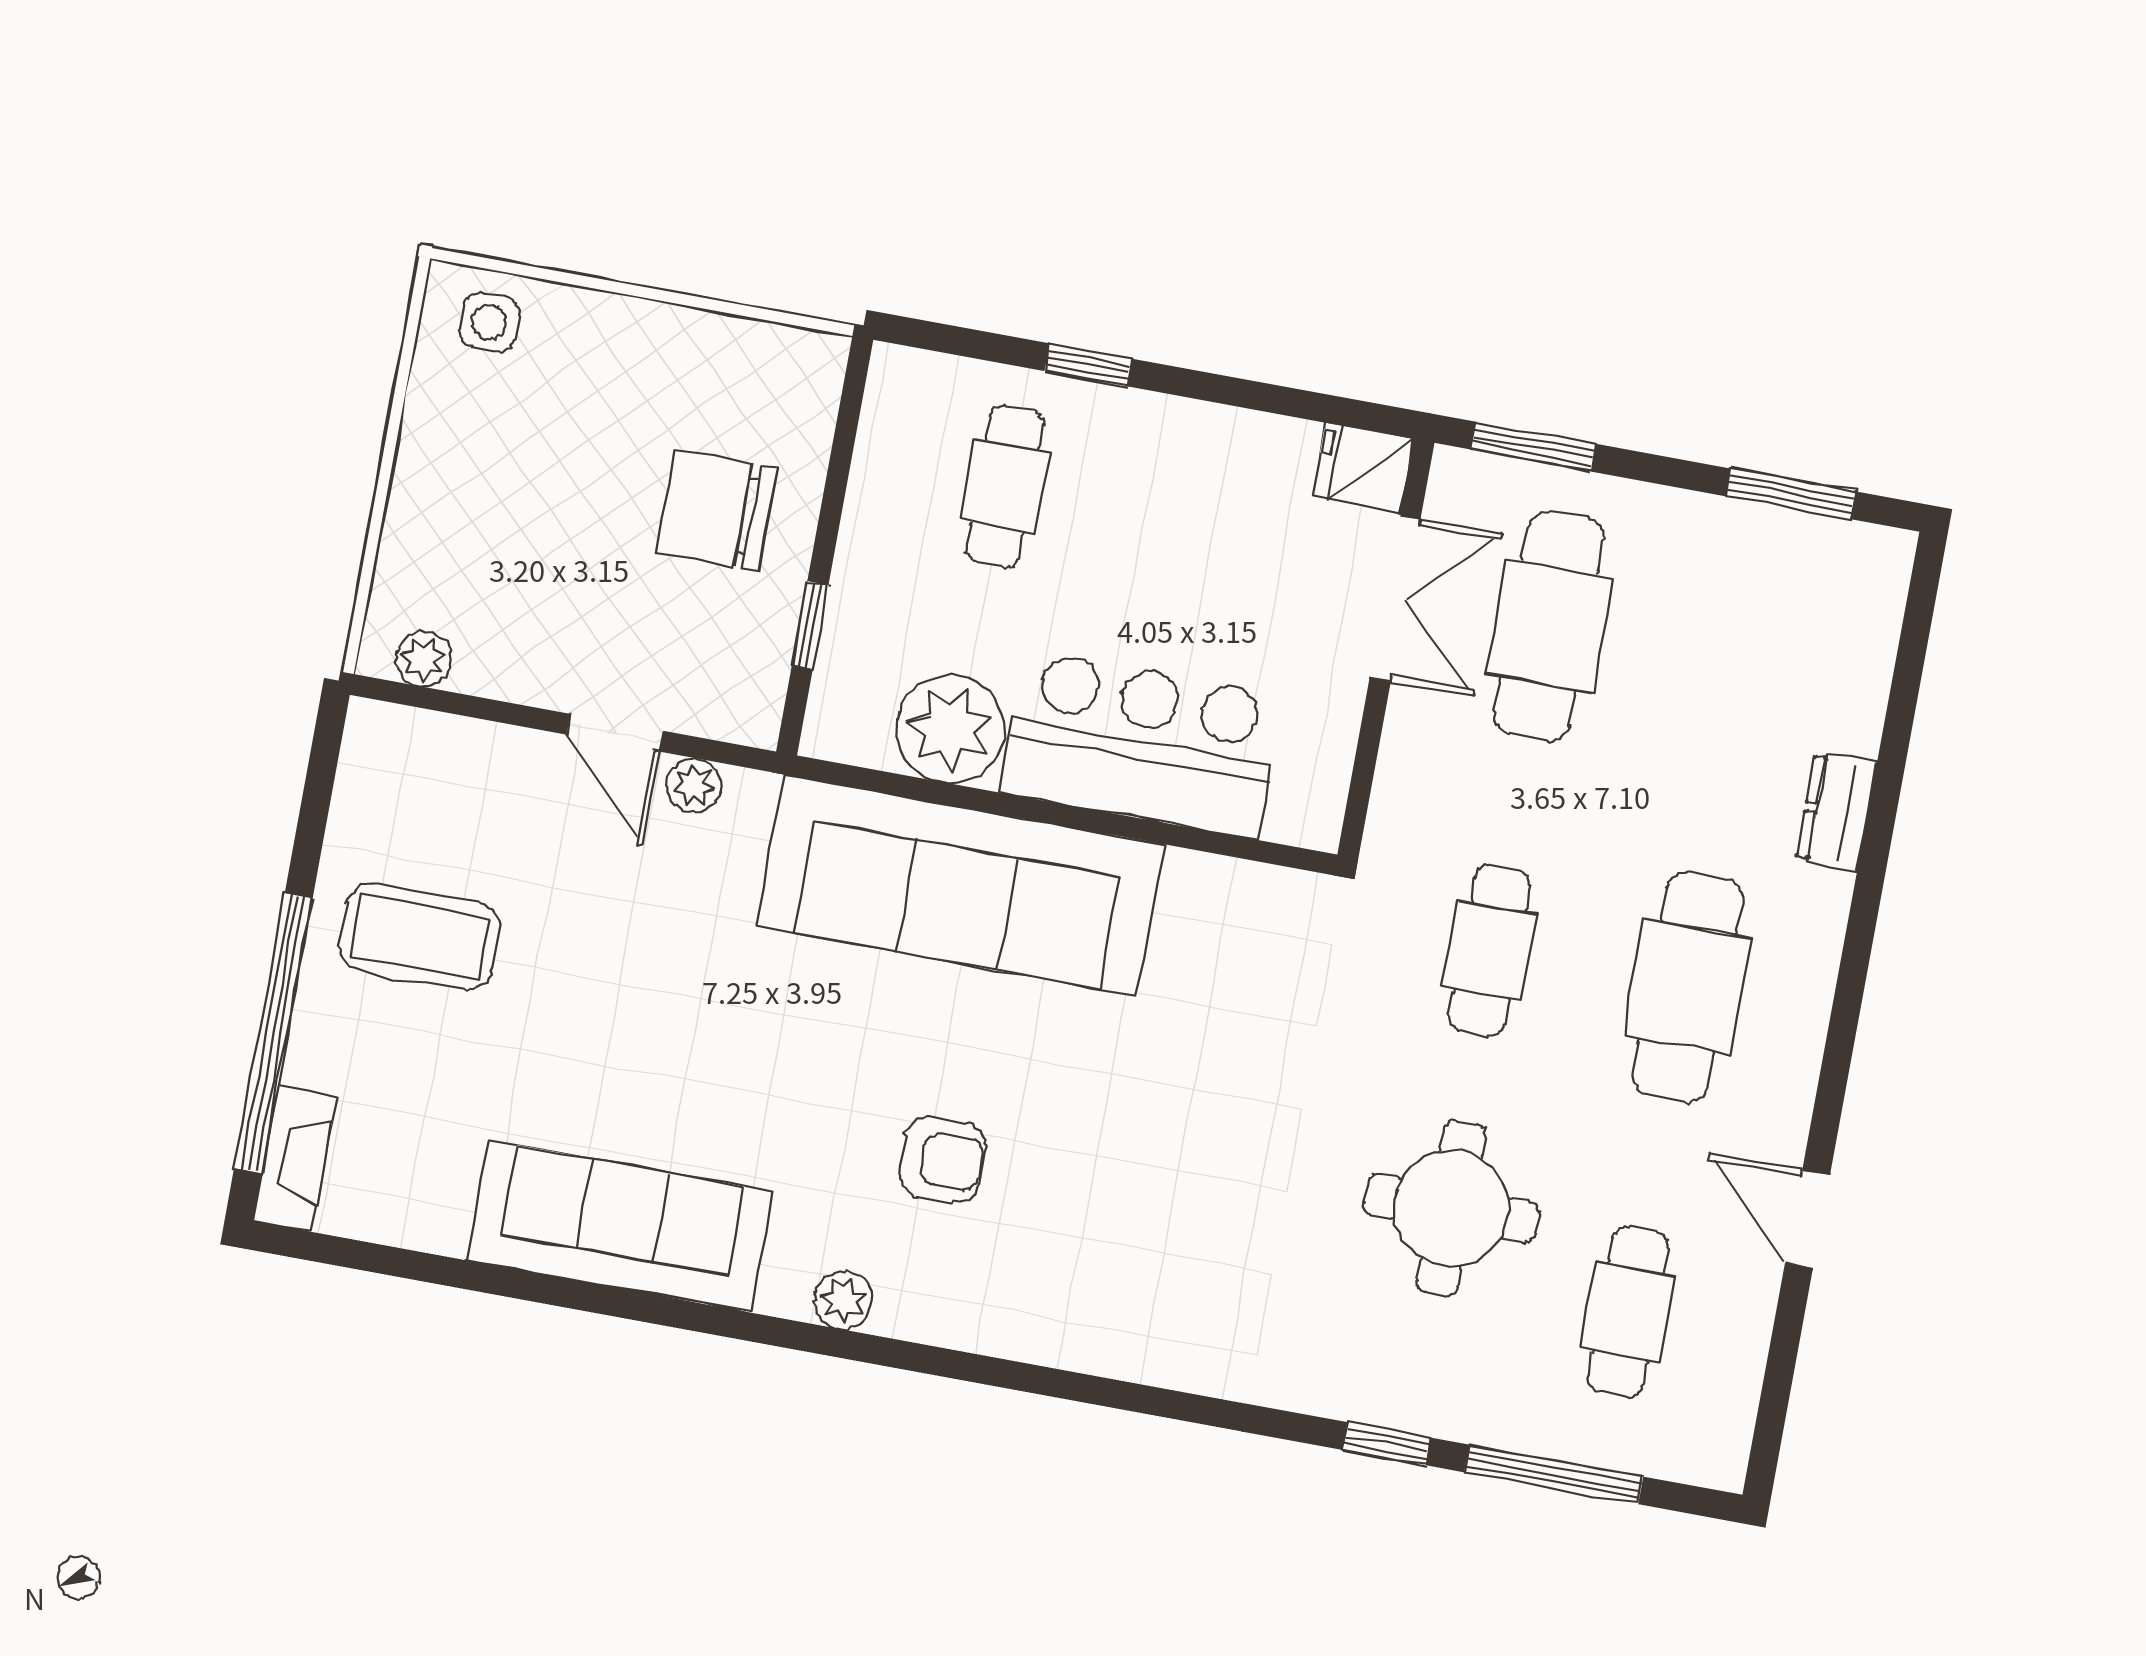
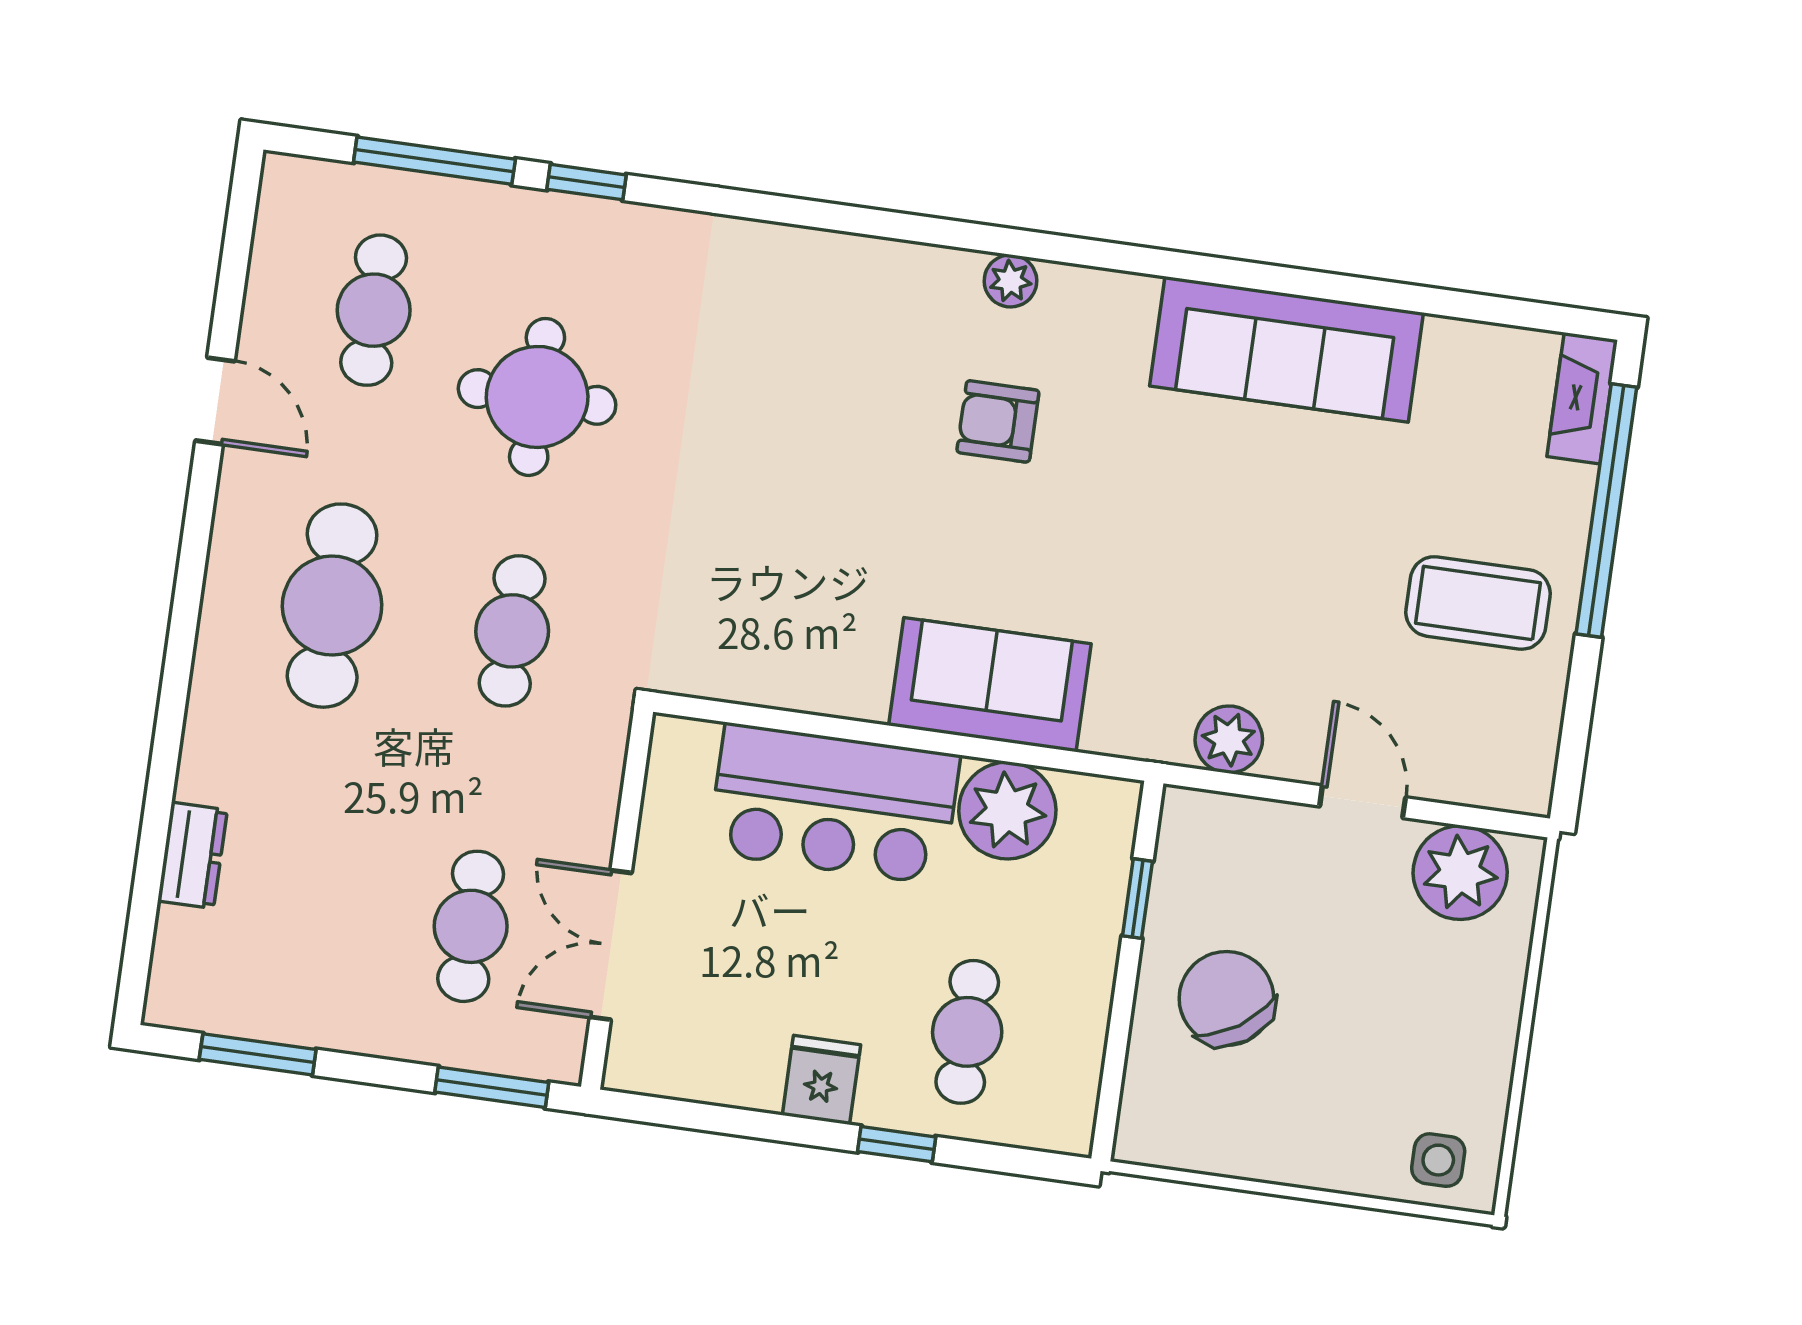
fridge: (1363, 468) -> (822, 1080), moved, turned -90
chair: (716, 511) -> (1226, 998), turned -124
cafe table: (1549, 626) -> (471, 926), width x0.73, depth x0.74
plant: (424, 659) -> (1460, 873), width x1.88, depth x1.88
door: (615, 733) -> (1363, 802), moved
plant: (694, 785) -> (1229, 739), width x1.38, depth x1.38
dresser: (1836, 812) -> (192, 855), moved
sofa: (961, 885) -> (990, 685), width x0.54, depth x0.79
plant: (843, 1300) -> (1010, 281), moved

